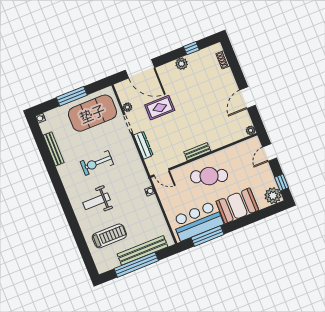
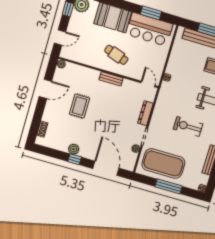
window: (191, 48) -> (75, 159), moved
rug: (160, 108) -> (80, 106), moved, turned 90
exercise bike: (97, 163) -> (188, 126), turned 180
cafe table: (209, 176) -> (116, 55), width x0.73, depth x0.74
window: (208, 236) -> (151, 13), width x0.69

